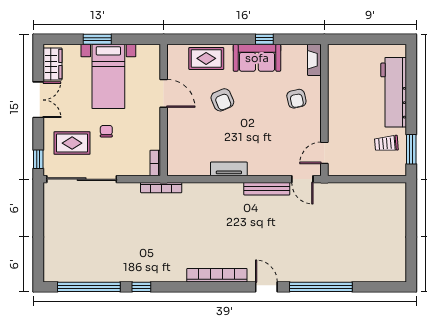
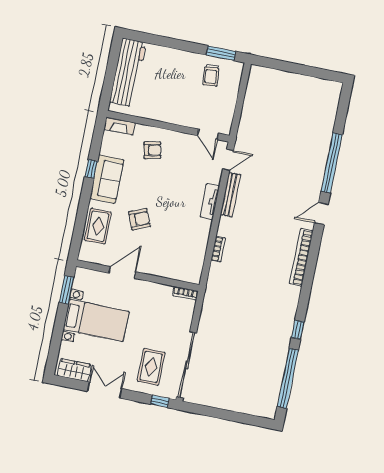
window: (97, 39) -> (66, 290), moved
workbench: (394, 92) -> (128, 72), moved, turned -90
chair: (106, 131) -> (147, 333), removed
tv unit: (229, 169) -> (210, 201), moved
bookcase: (161, 188) -> (218, 249), moved, width x0.64

